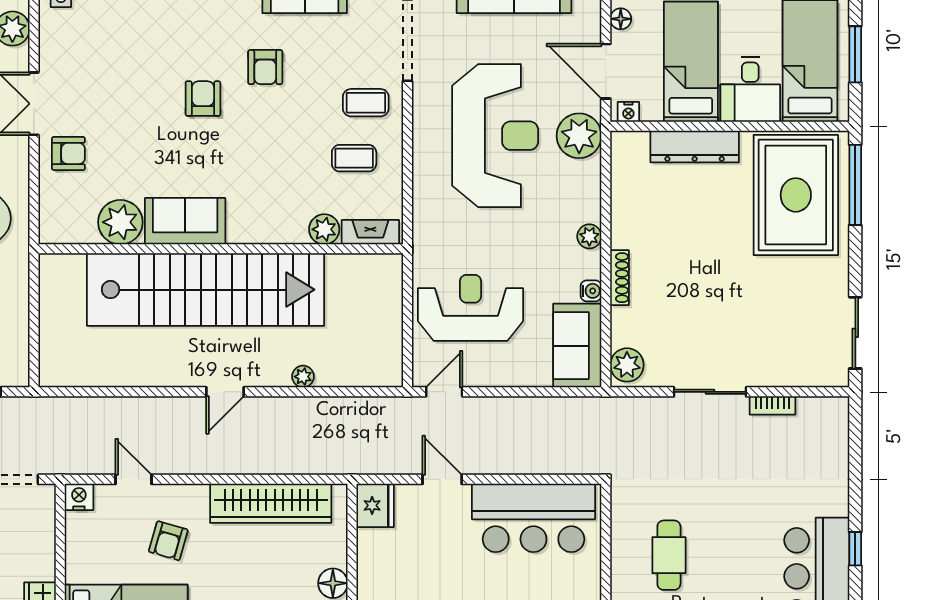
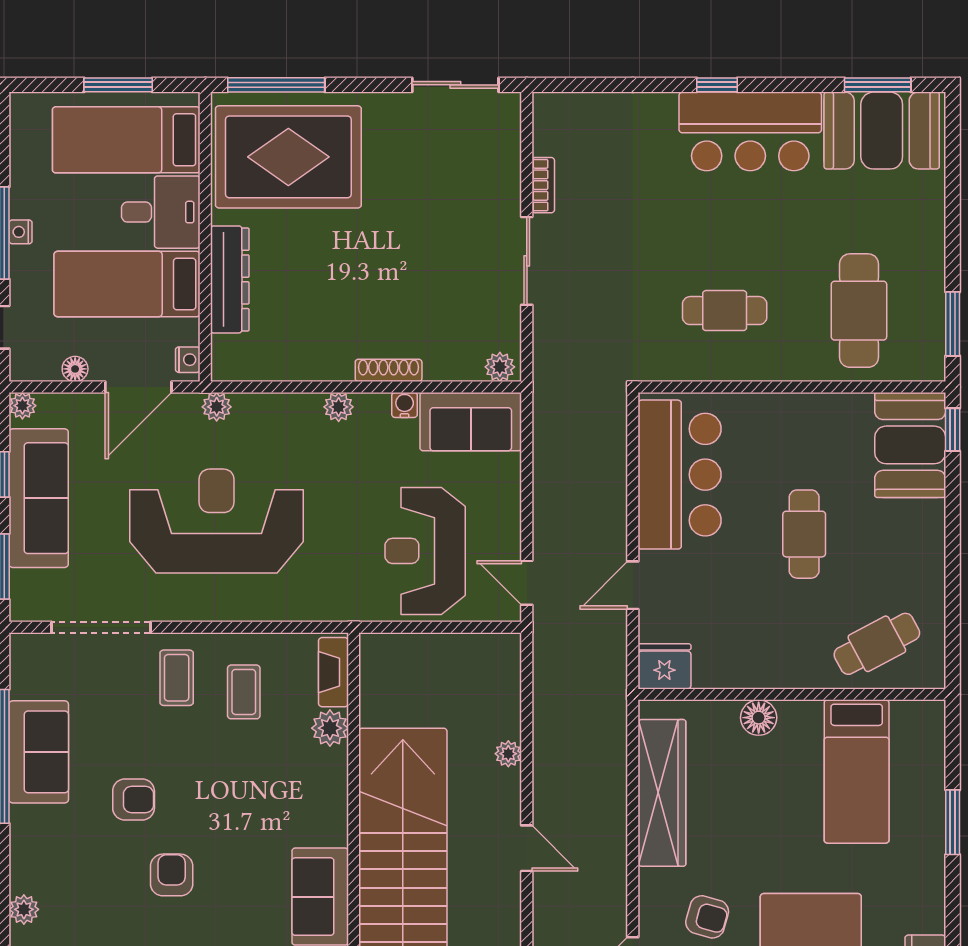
armchair: (203, 99) -> (172, 875), turned 90
plant: (579, 136) -> (217, 407), width x0.53, depth x0.53
plant: (627, 365) -> (500, 367), width x0.73, depth x0.73

